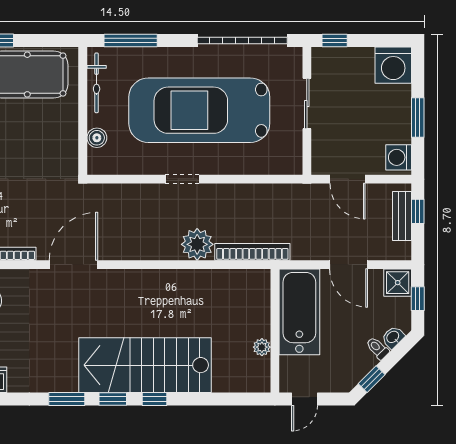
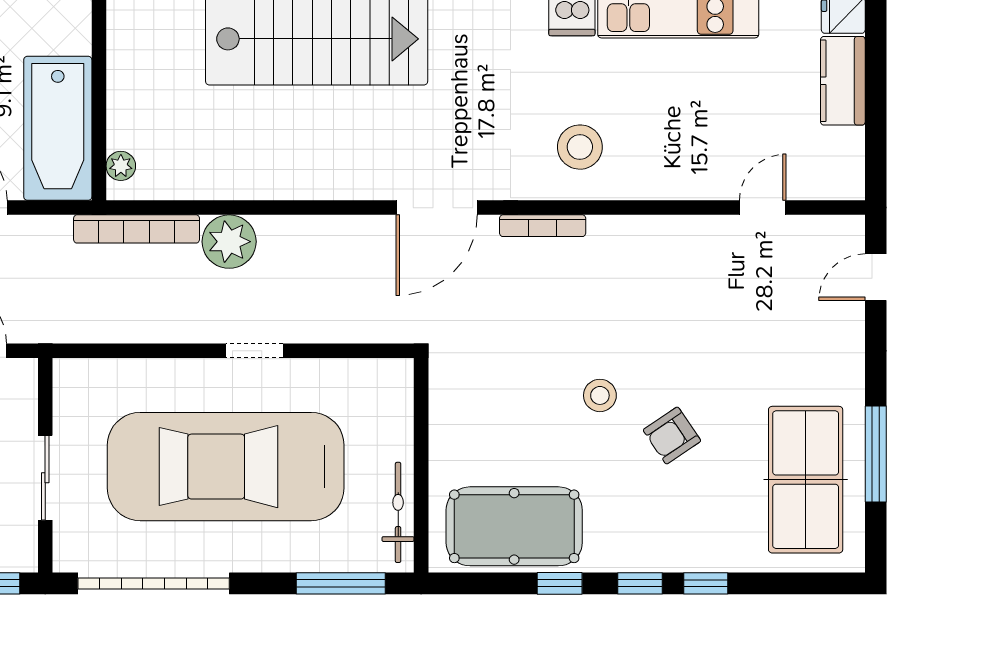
car: (199, 110) -> (226, 467), turned 180
boiler: (97, 138) -> (398, 420), removed
plant: (262, 347) -> (121, 166), moved

